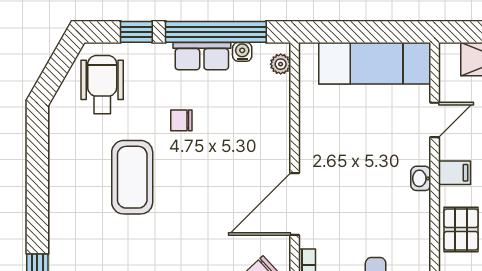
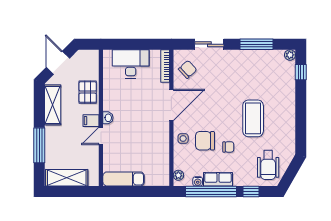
exam couch: (375, 63) -> (124, 179), width x0.73, depth x0.69
door: (435, 120) -> (101, 136), moved
chair: (228, 133) -> (205, 141), added
side table: (271, 137) -> (183, 138), added

